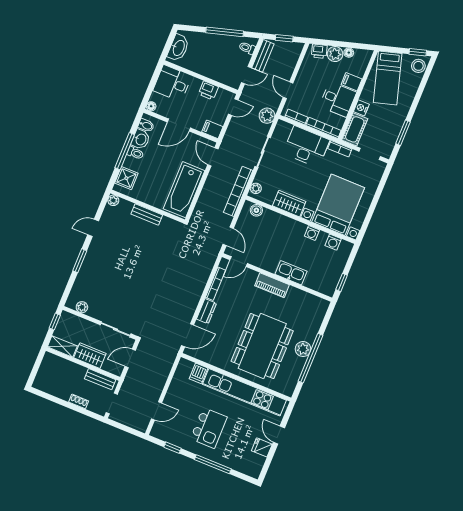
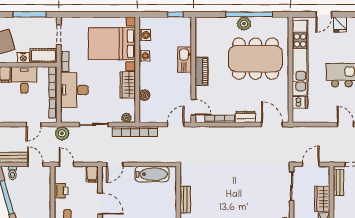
window: (403, 133) -> (30, 14), width x1.44
bathtub: (184, 190) -> (152, 174), width x0.73, depth x0.73
boiler: (256, 210) -> (144, 95), moved
door: (130, 358) -> (311, 164), swing flipped

